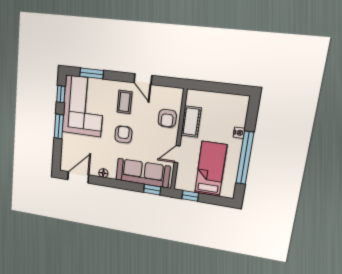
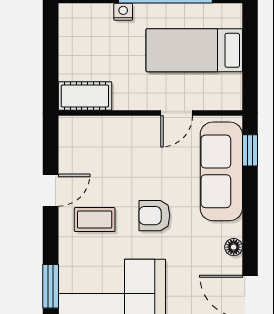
armchair: (167, 118) -> (114, 139), removed
cot: (191, 122) -> (85, 96), moved
door: (177, 154) -> (177, 113), hinge flipped
window: (190, 196) -> (250, 79), removed

